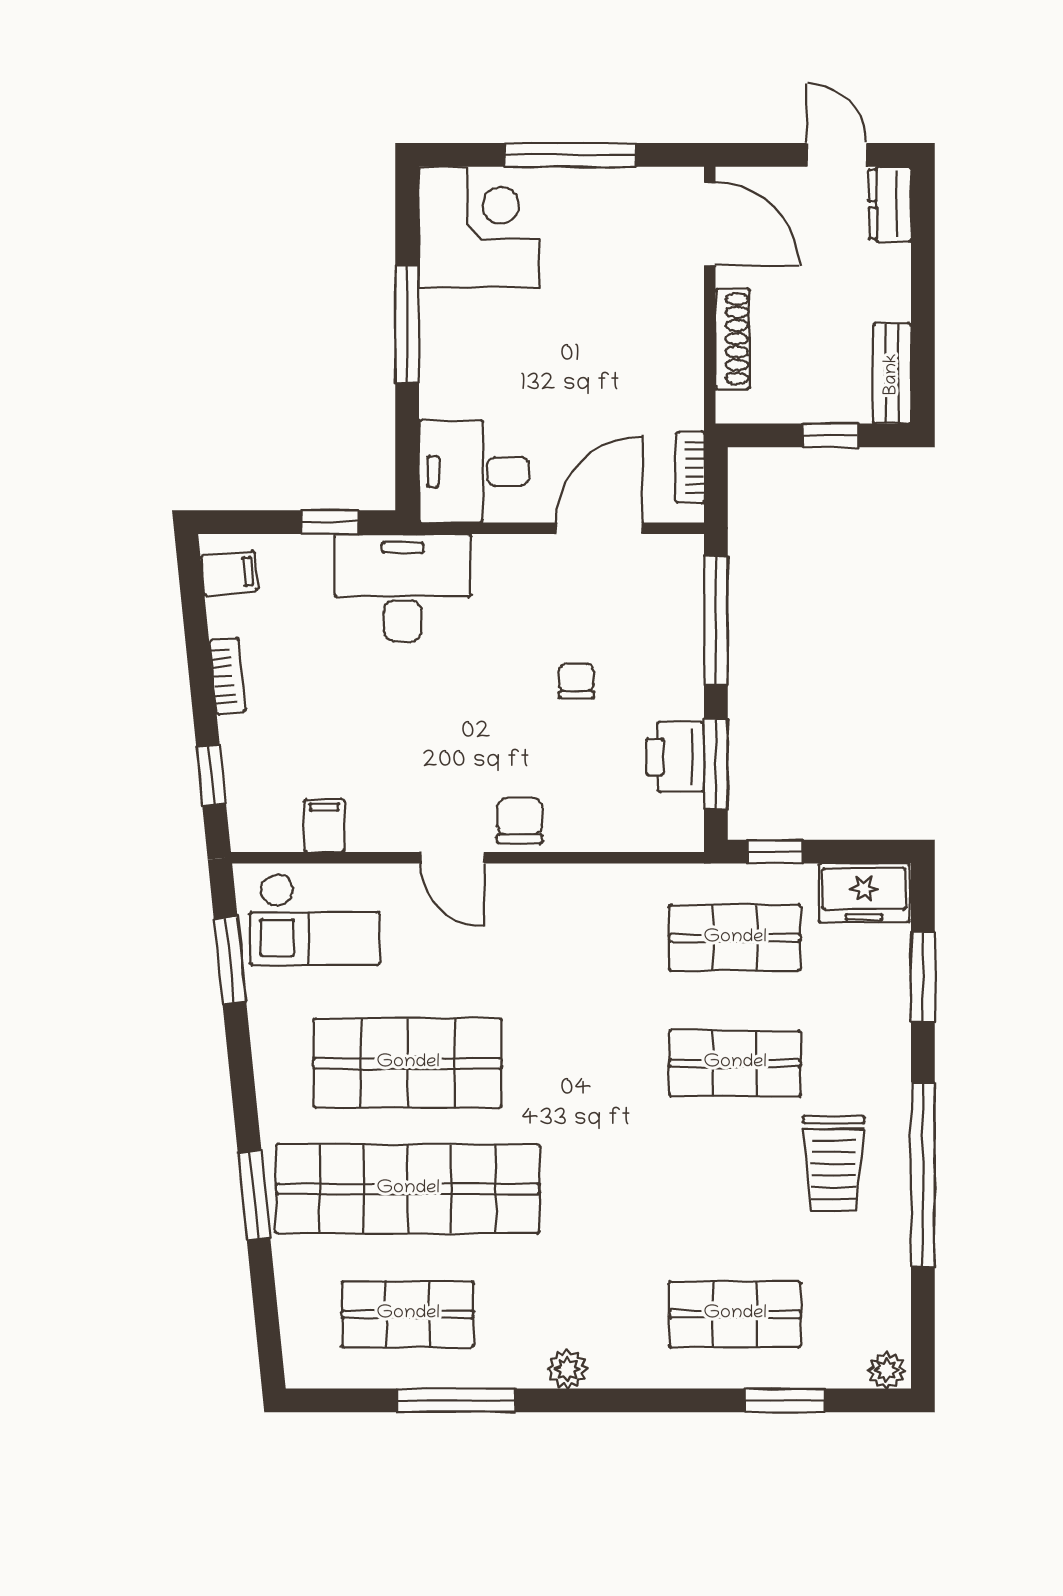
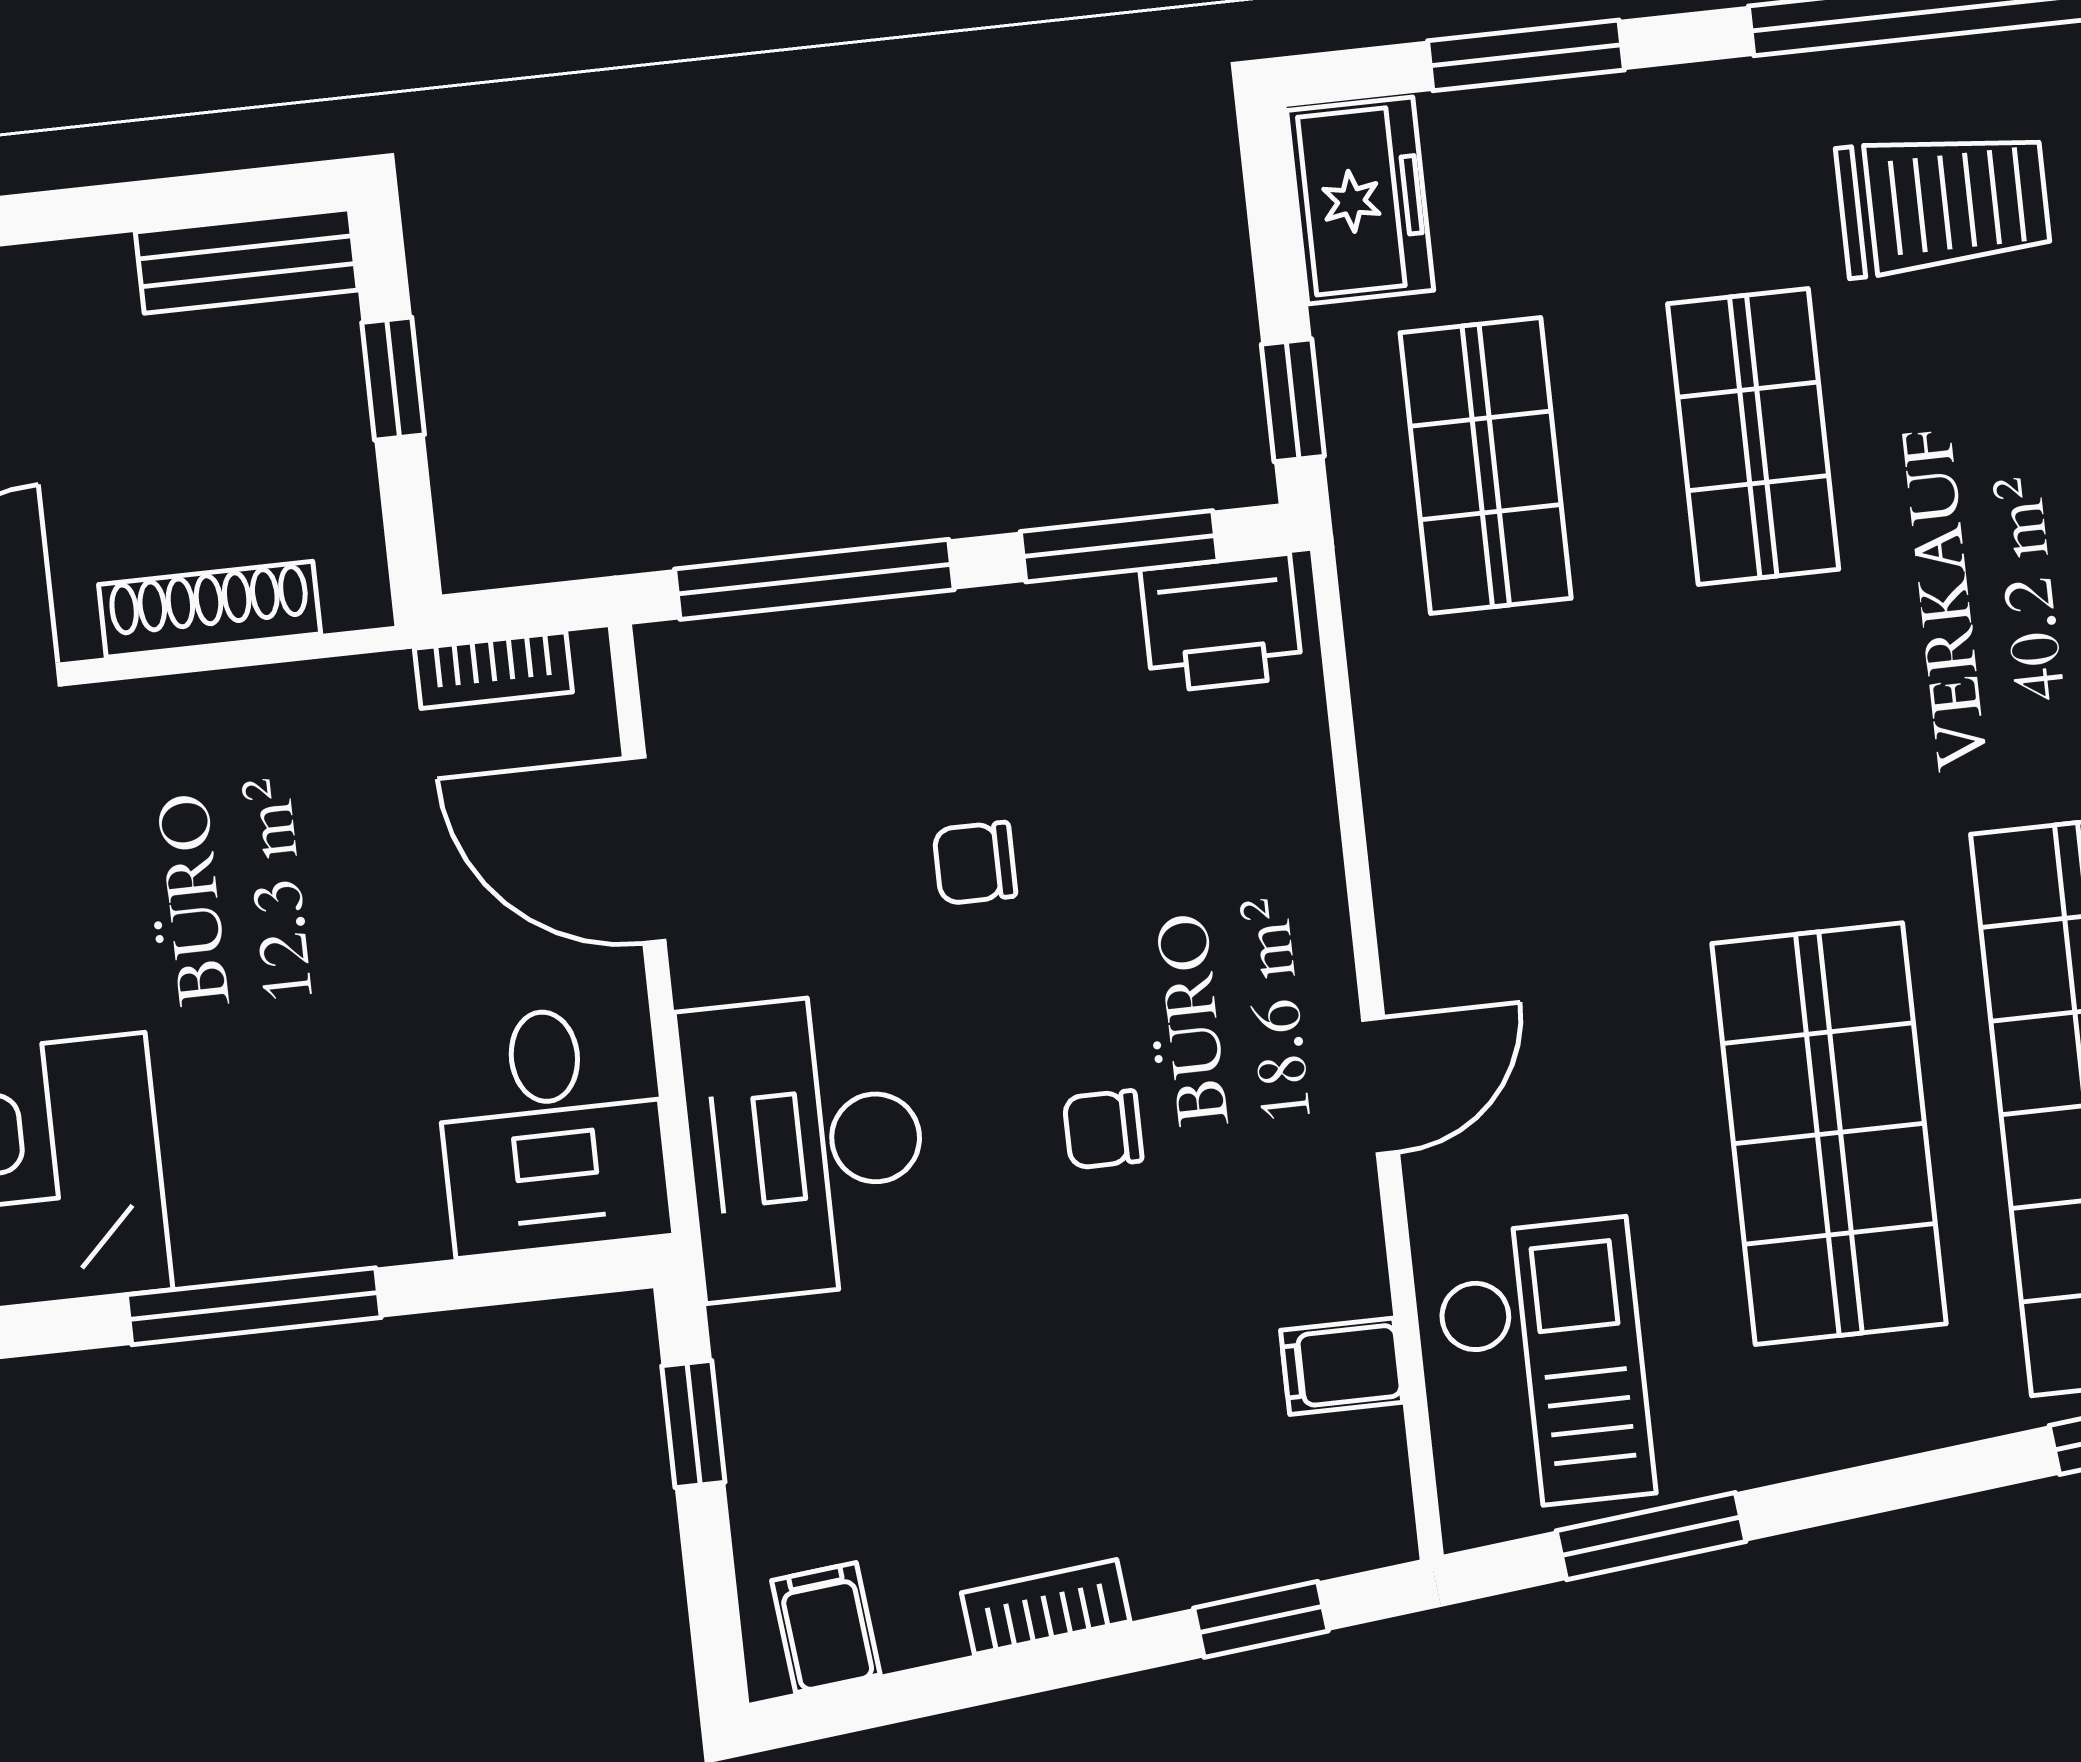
desk: (403, 588) -> (805, 1146), moved
printer: (675, 757) -> (1221, 623), moved
chair: (520, 820) -> (1103, 1129), moved, width x0.73, depth x0.73

